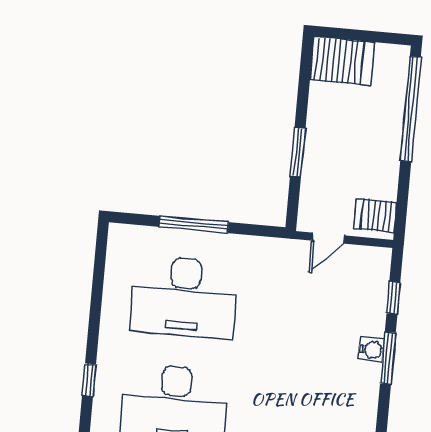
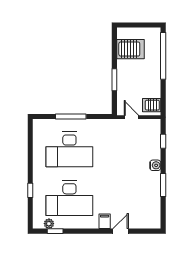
server rack: (342, 61) -> (130, 49), moved
door: (328, 238) -> (131, 117), swing flipped
window: (388, 358) -> (163, 185), moved

